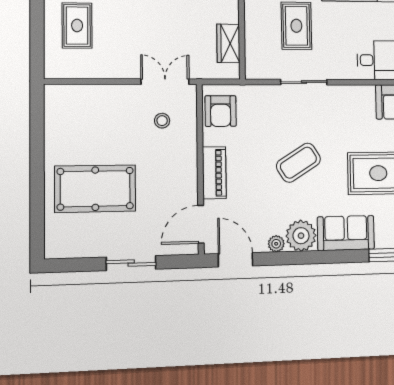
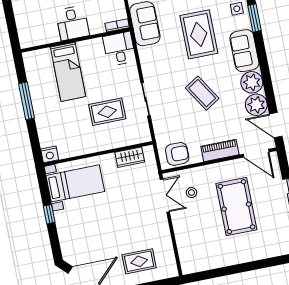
double door: (165, 82) -> (165, 196), swing flipped
pool table: (95, 189) -> (236, 207), moved
plant: (276, 244) -> (256, 105), width x1.88, depth x1.88
door: (235, 260) -> (276, 125), hinge flipped

